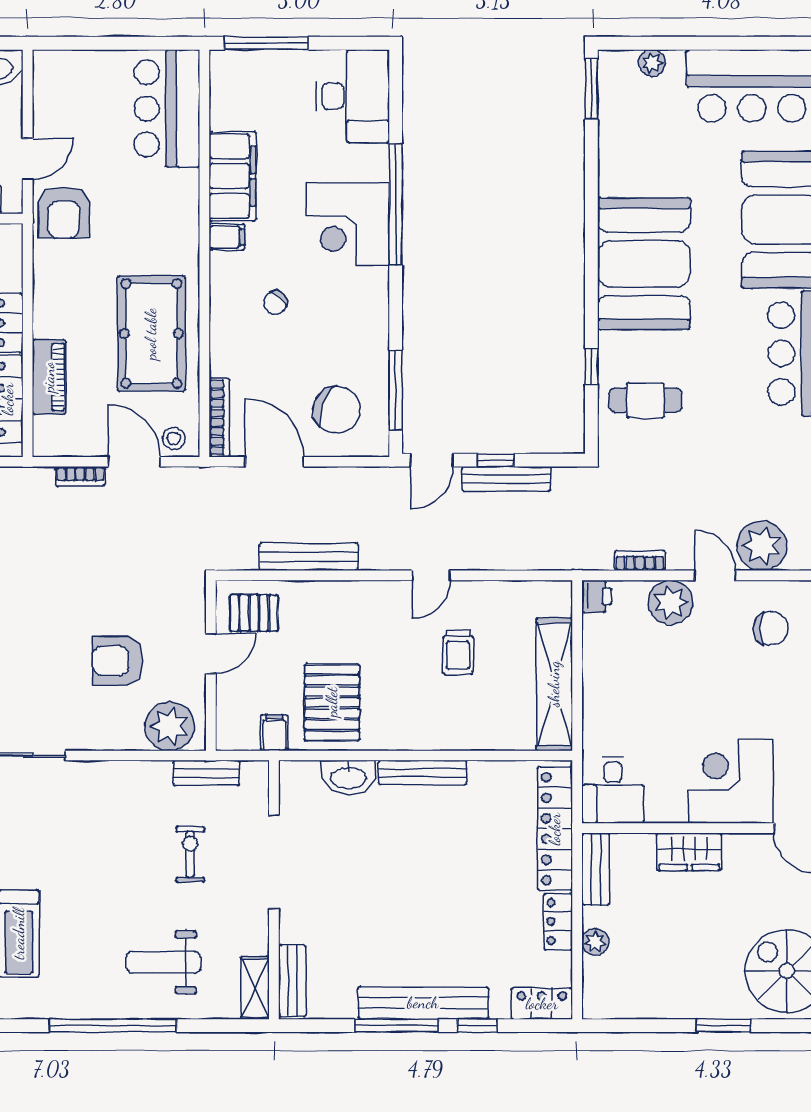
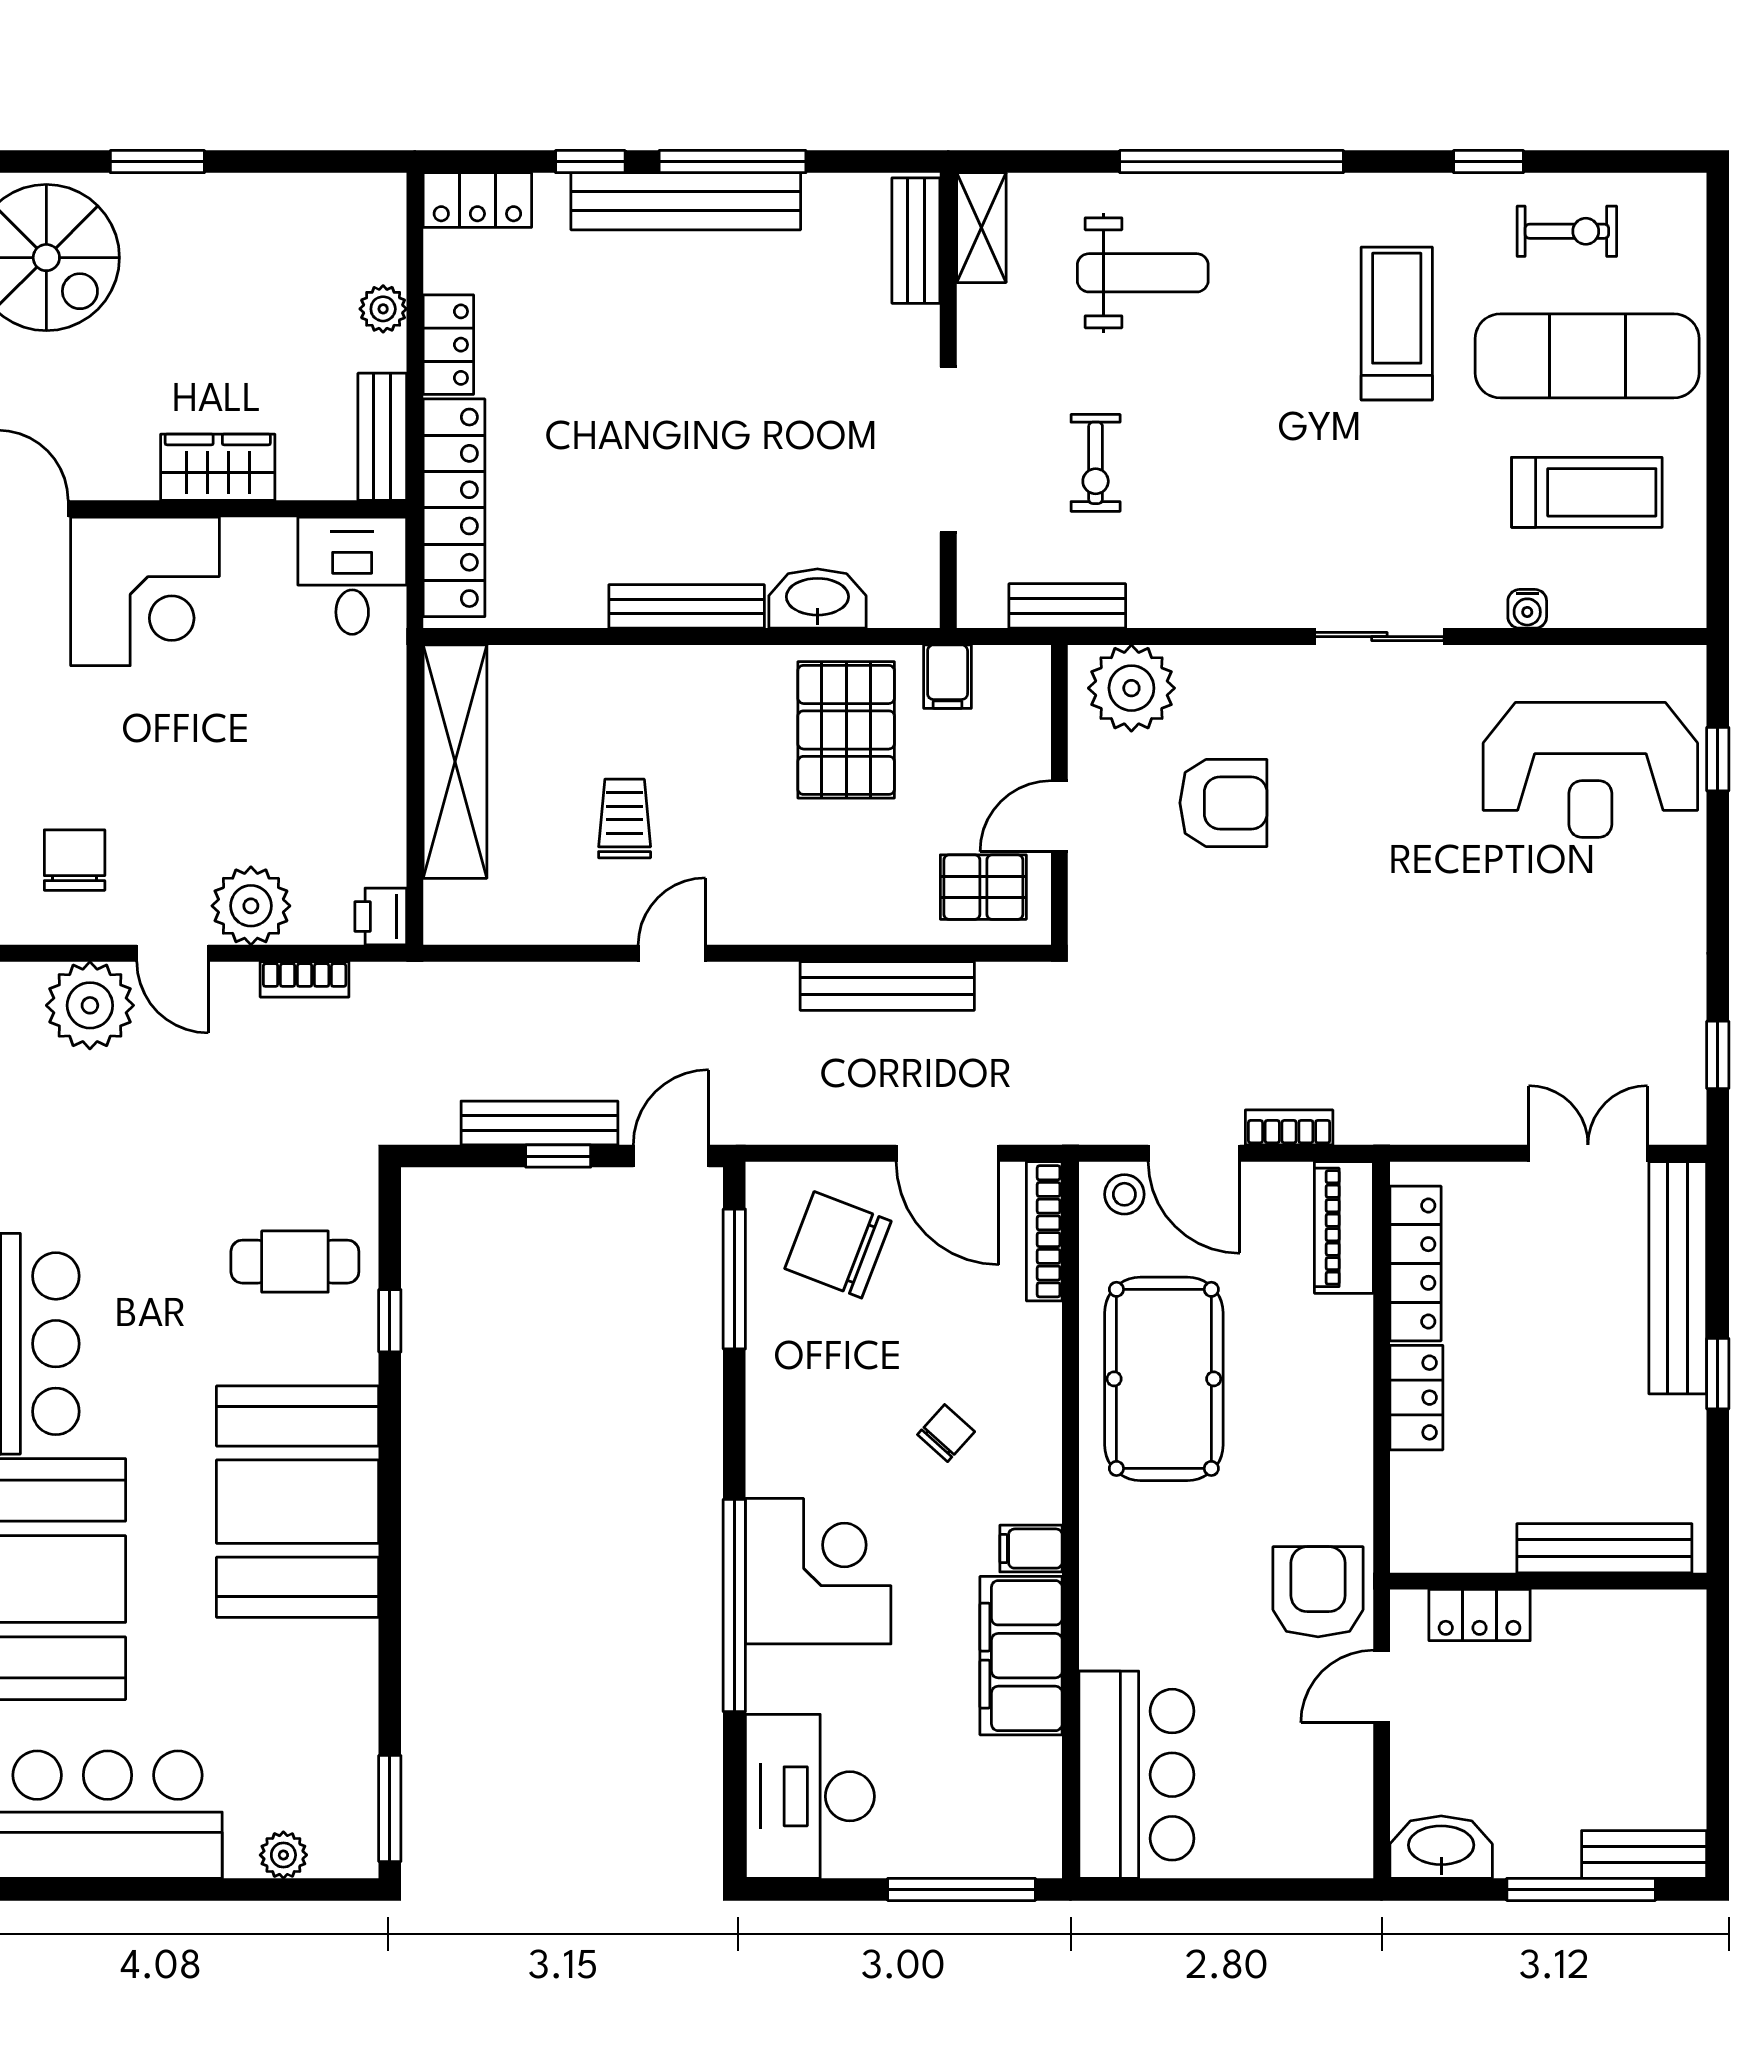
piano: (49, 377) -> (1344, 1227), moved
chair: (771, 628) -> (75, 860), turned 90

